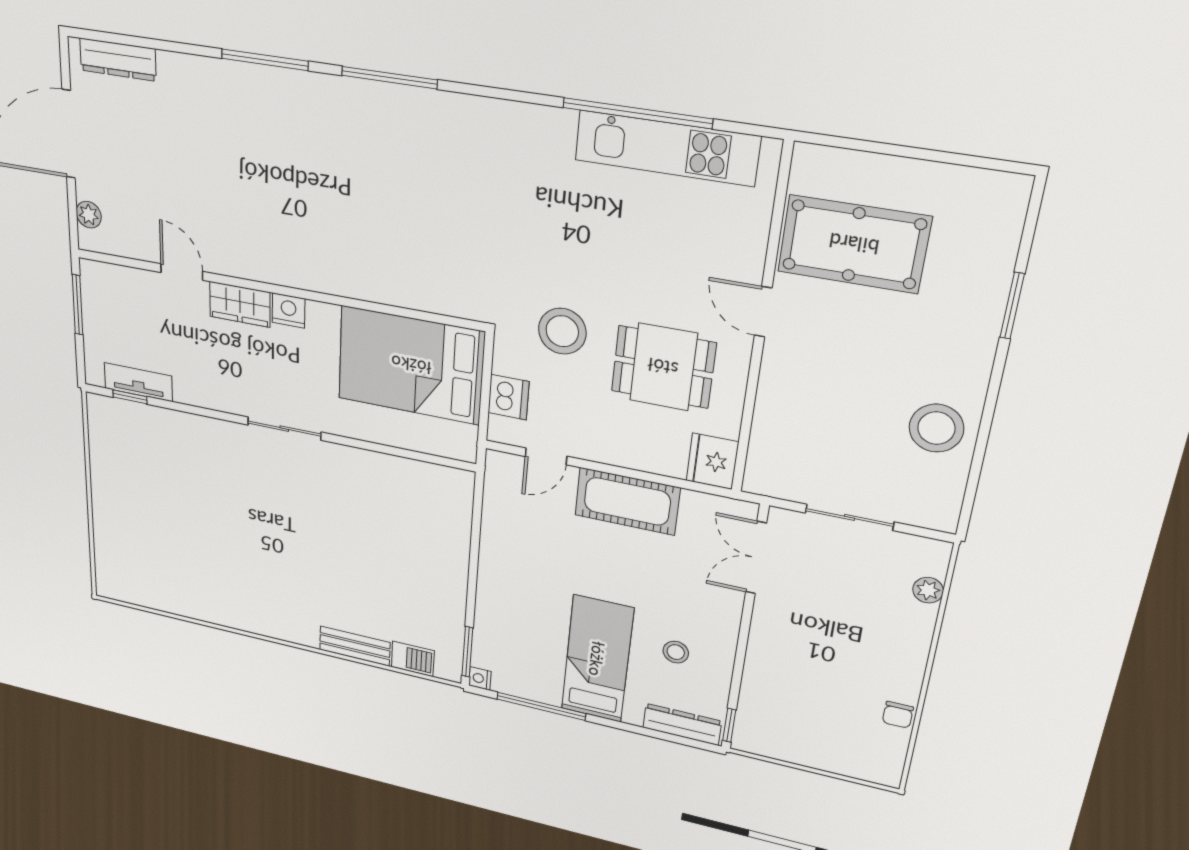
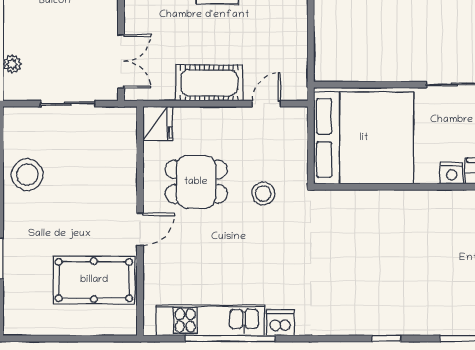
window: (389, 78) -> (386, 339), width x0.46
door: (763, 312) -> (140, 229), hinge flipped
stool: (562, 331) -> (263, 193), width x0.73, depth x0.73
bed: (411, 365) -> (364, 138), width x1.36
dishwasher: (509, 397) -> (280, 323), moved, turned 90

